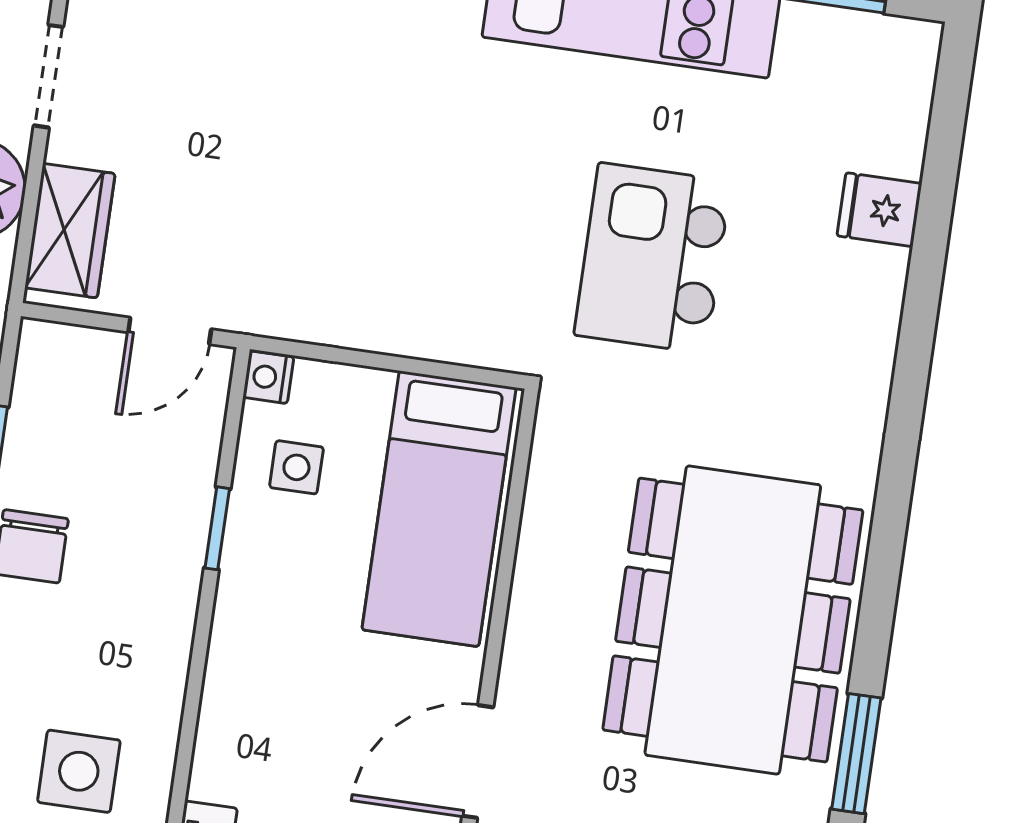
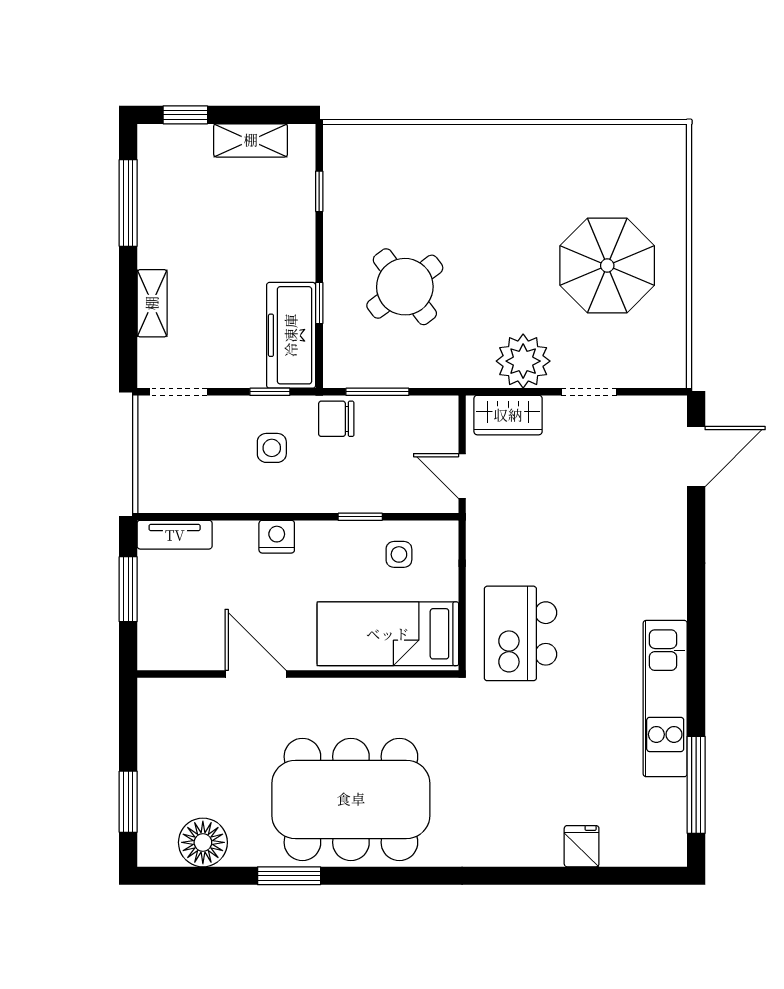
kitchen island: (653, 258) -> (520, 633), moved, turned -90
nightstand: (268, 377) -> (277, 537), moved, width x1.39, depth x1.35
side table: (79, 771) -> (272, 448), moved, width x0.73, depth x0.73

